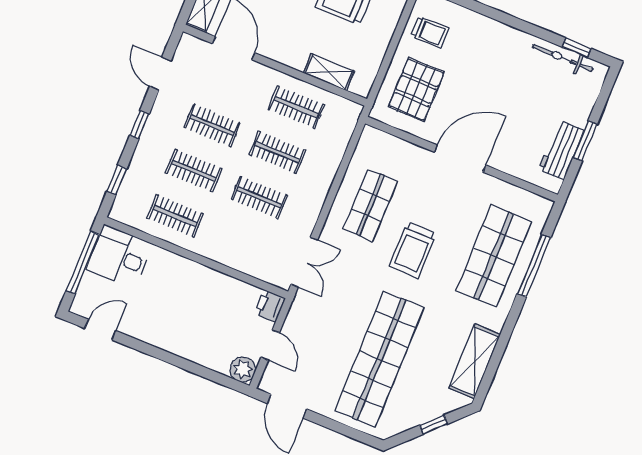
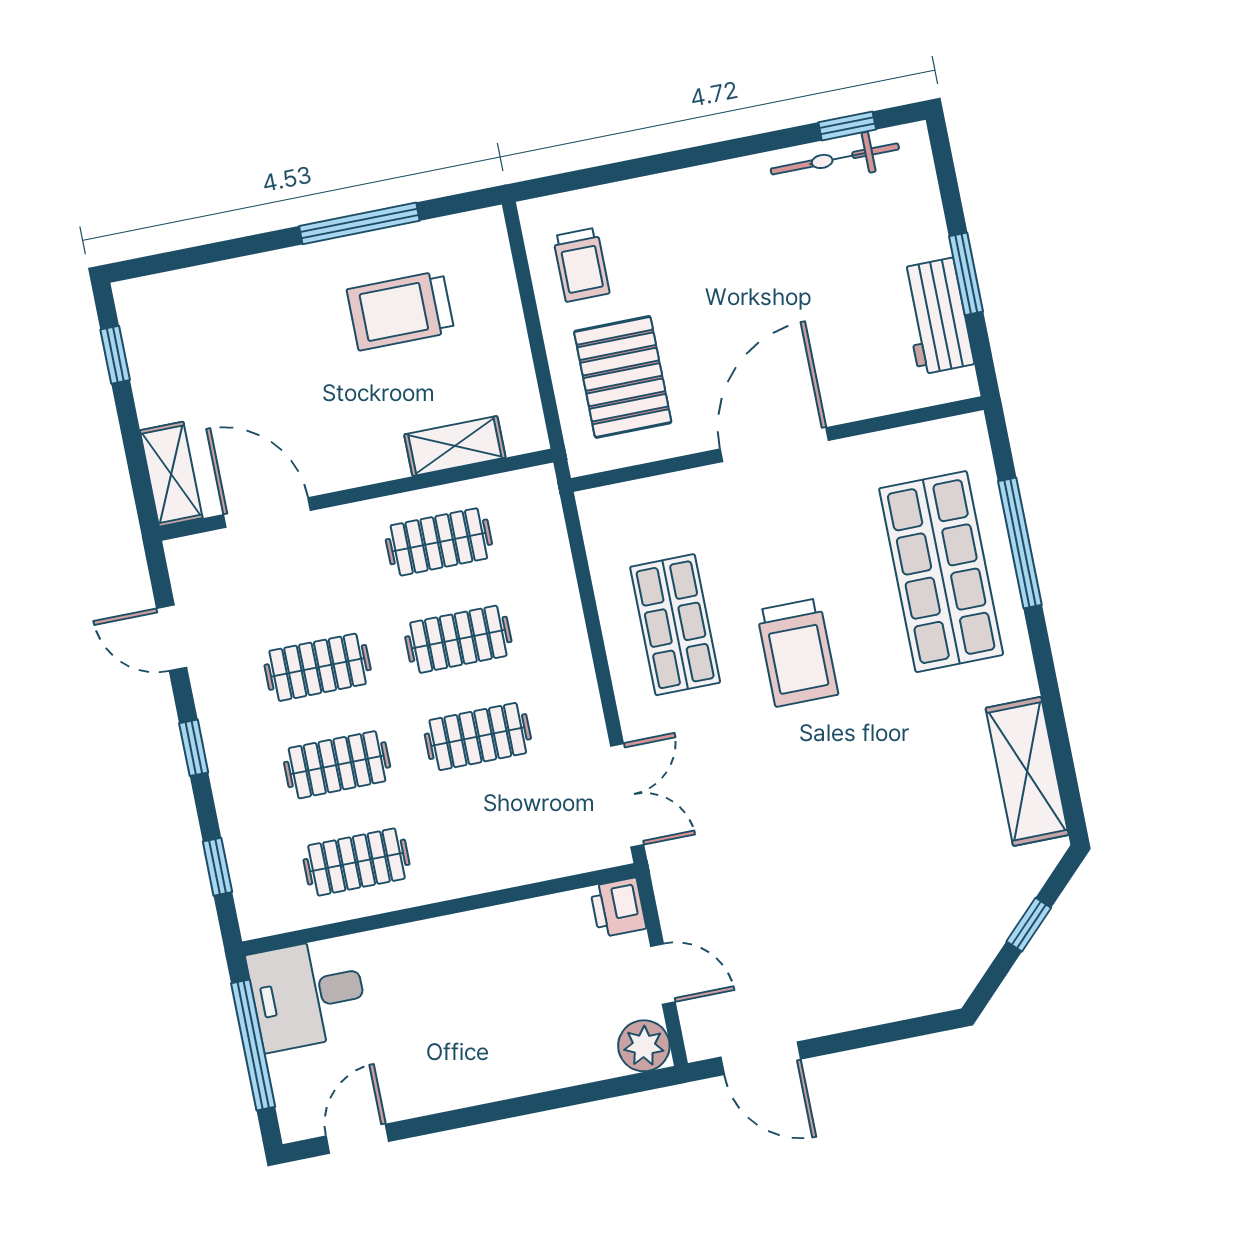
trolley: (430, 32) -> (581, 265), turned 90
shop shelf: (379, 359) -> (863, 875), removed

